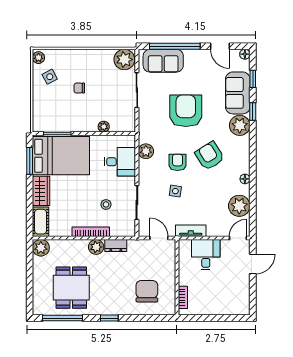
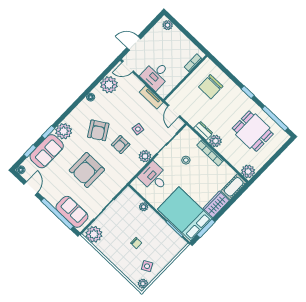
plant: (146, 151) -> (145, 156), moved
dining table: (71, 288) -> (253, 131), turned 90
plant: (238, 309) -> (168, 25), added

